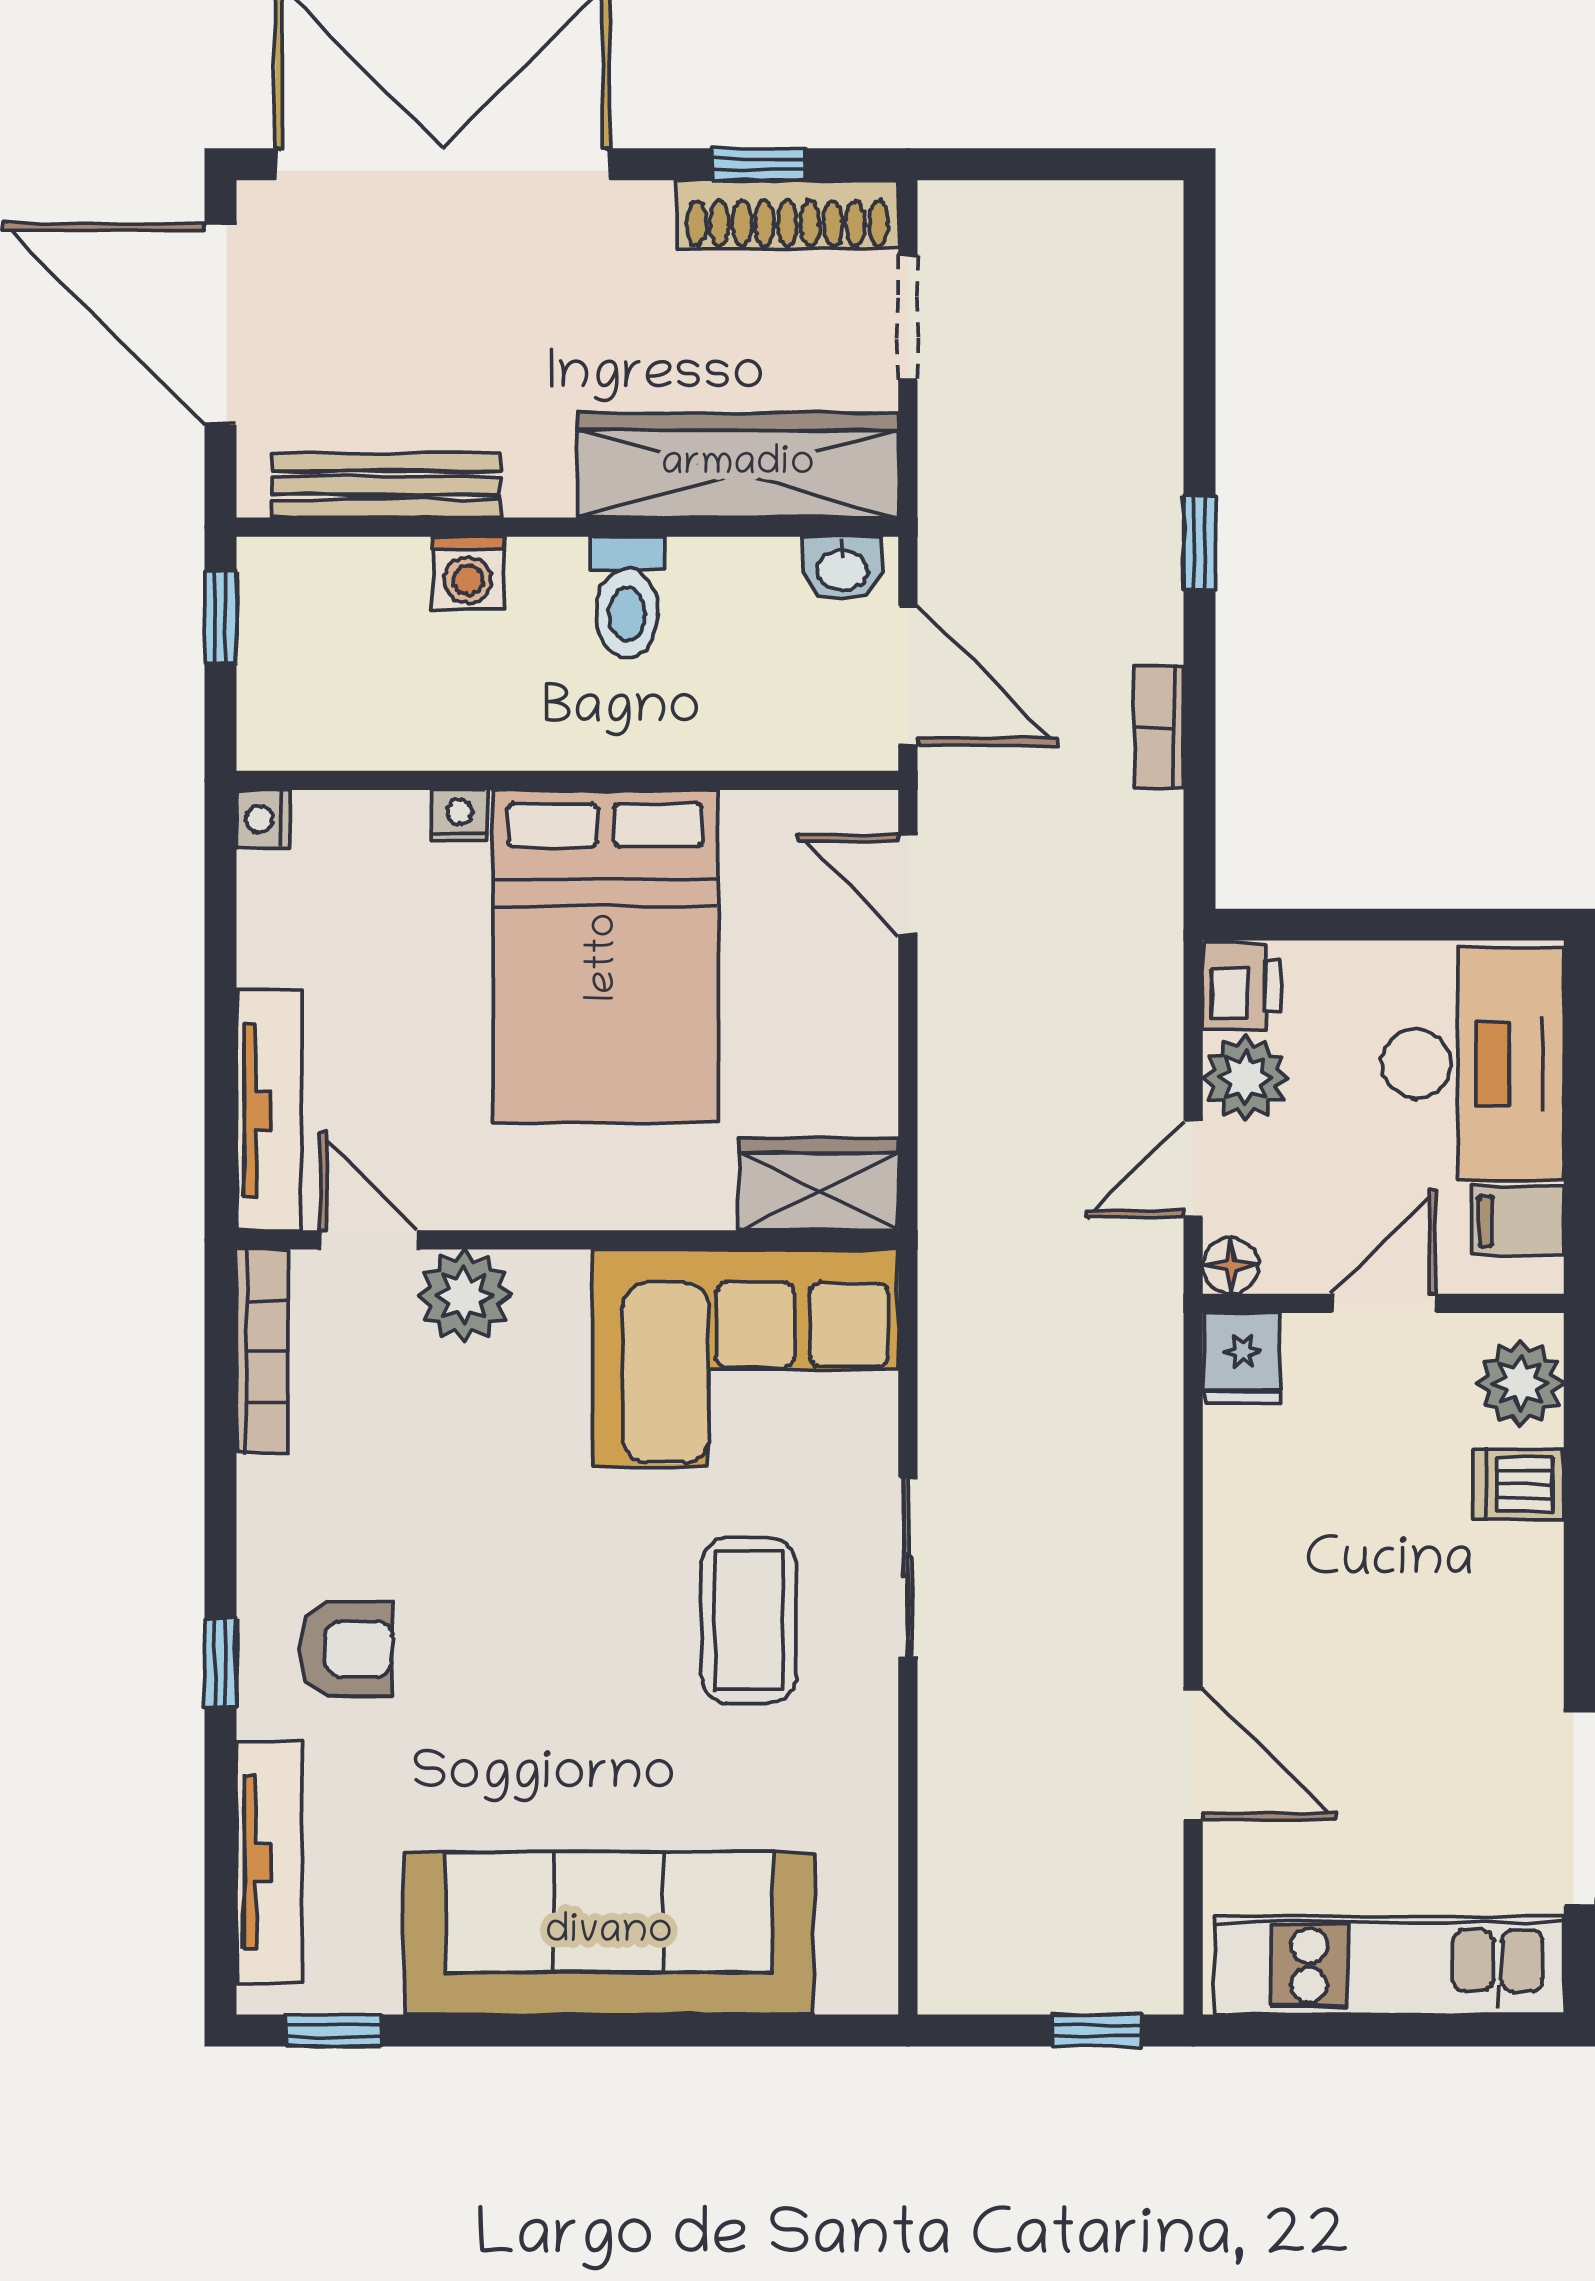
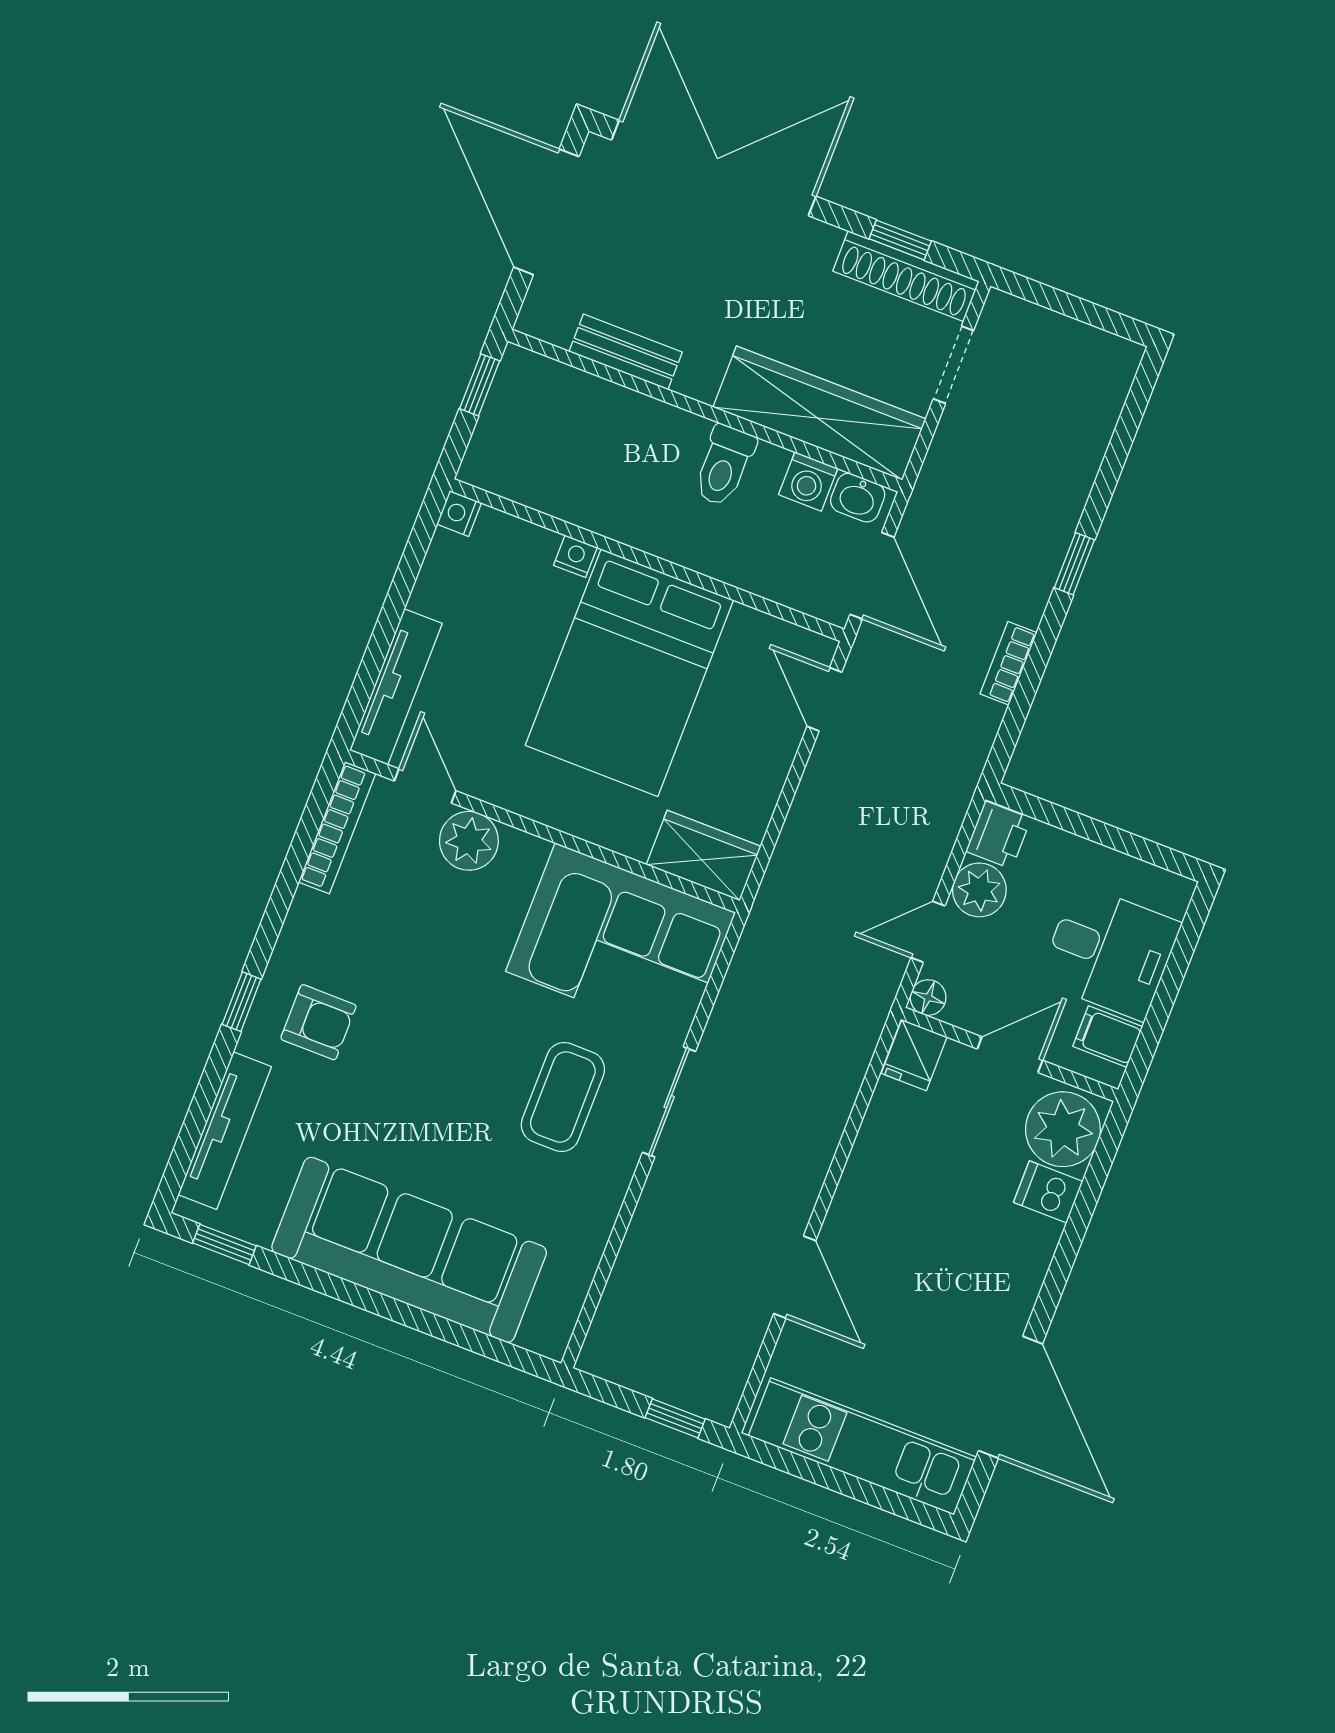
bench: (387, 485) -> (626, 352), width x0.73
washing machine: (468, 573) -> (808, 482), moved
desk: (1473, 1064) -> (1110, 952), width x0.73
plant: (1520, 1383) -> (1063, 1129), width x1.36, depth x1.36

